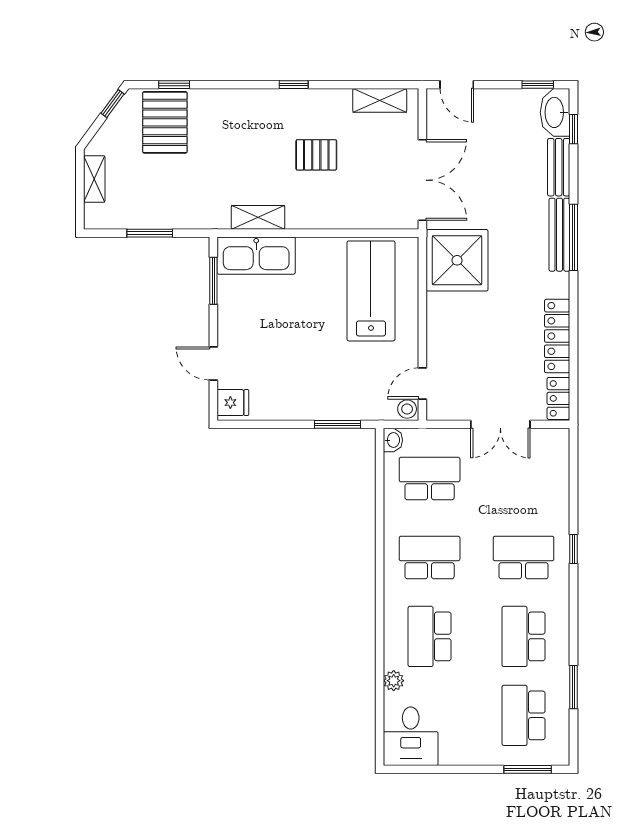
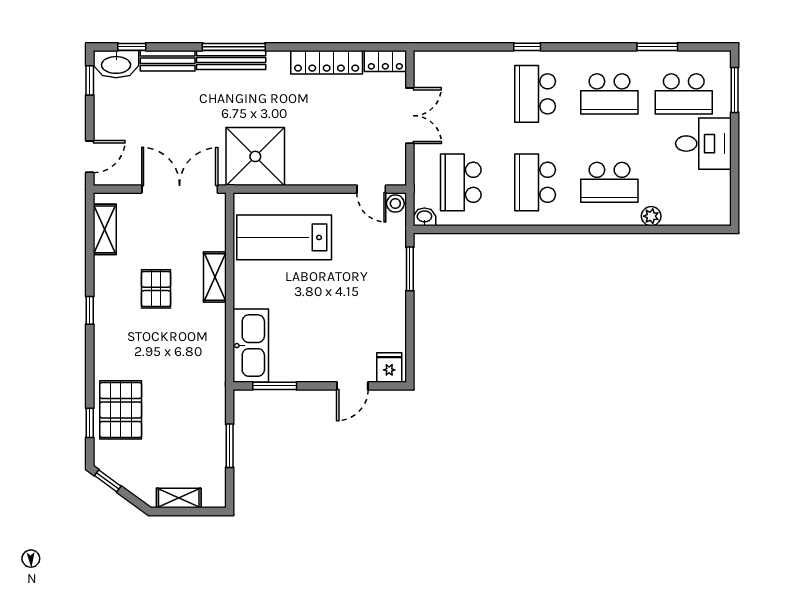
pallet: (165, 122) -> (121, 410), moved, turned 90
shelving: (258, 217) -> (215, 277), moved
desk: (411, 736) -> (703, 144), moved

